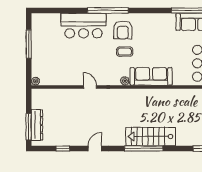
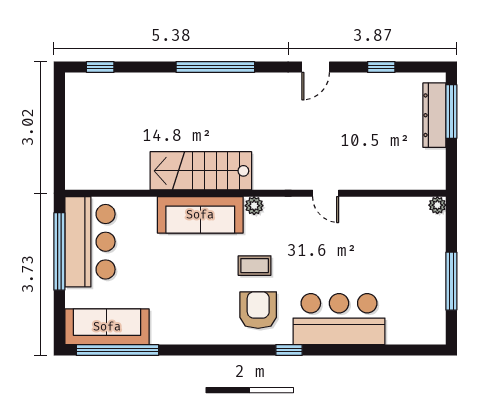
window: (108, 10) -> (289, 350), width x0.32
stairs: (151, 137) -> (201, 171), moved, turned 180

